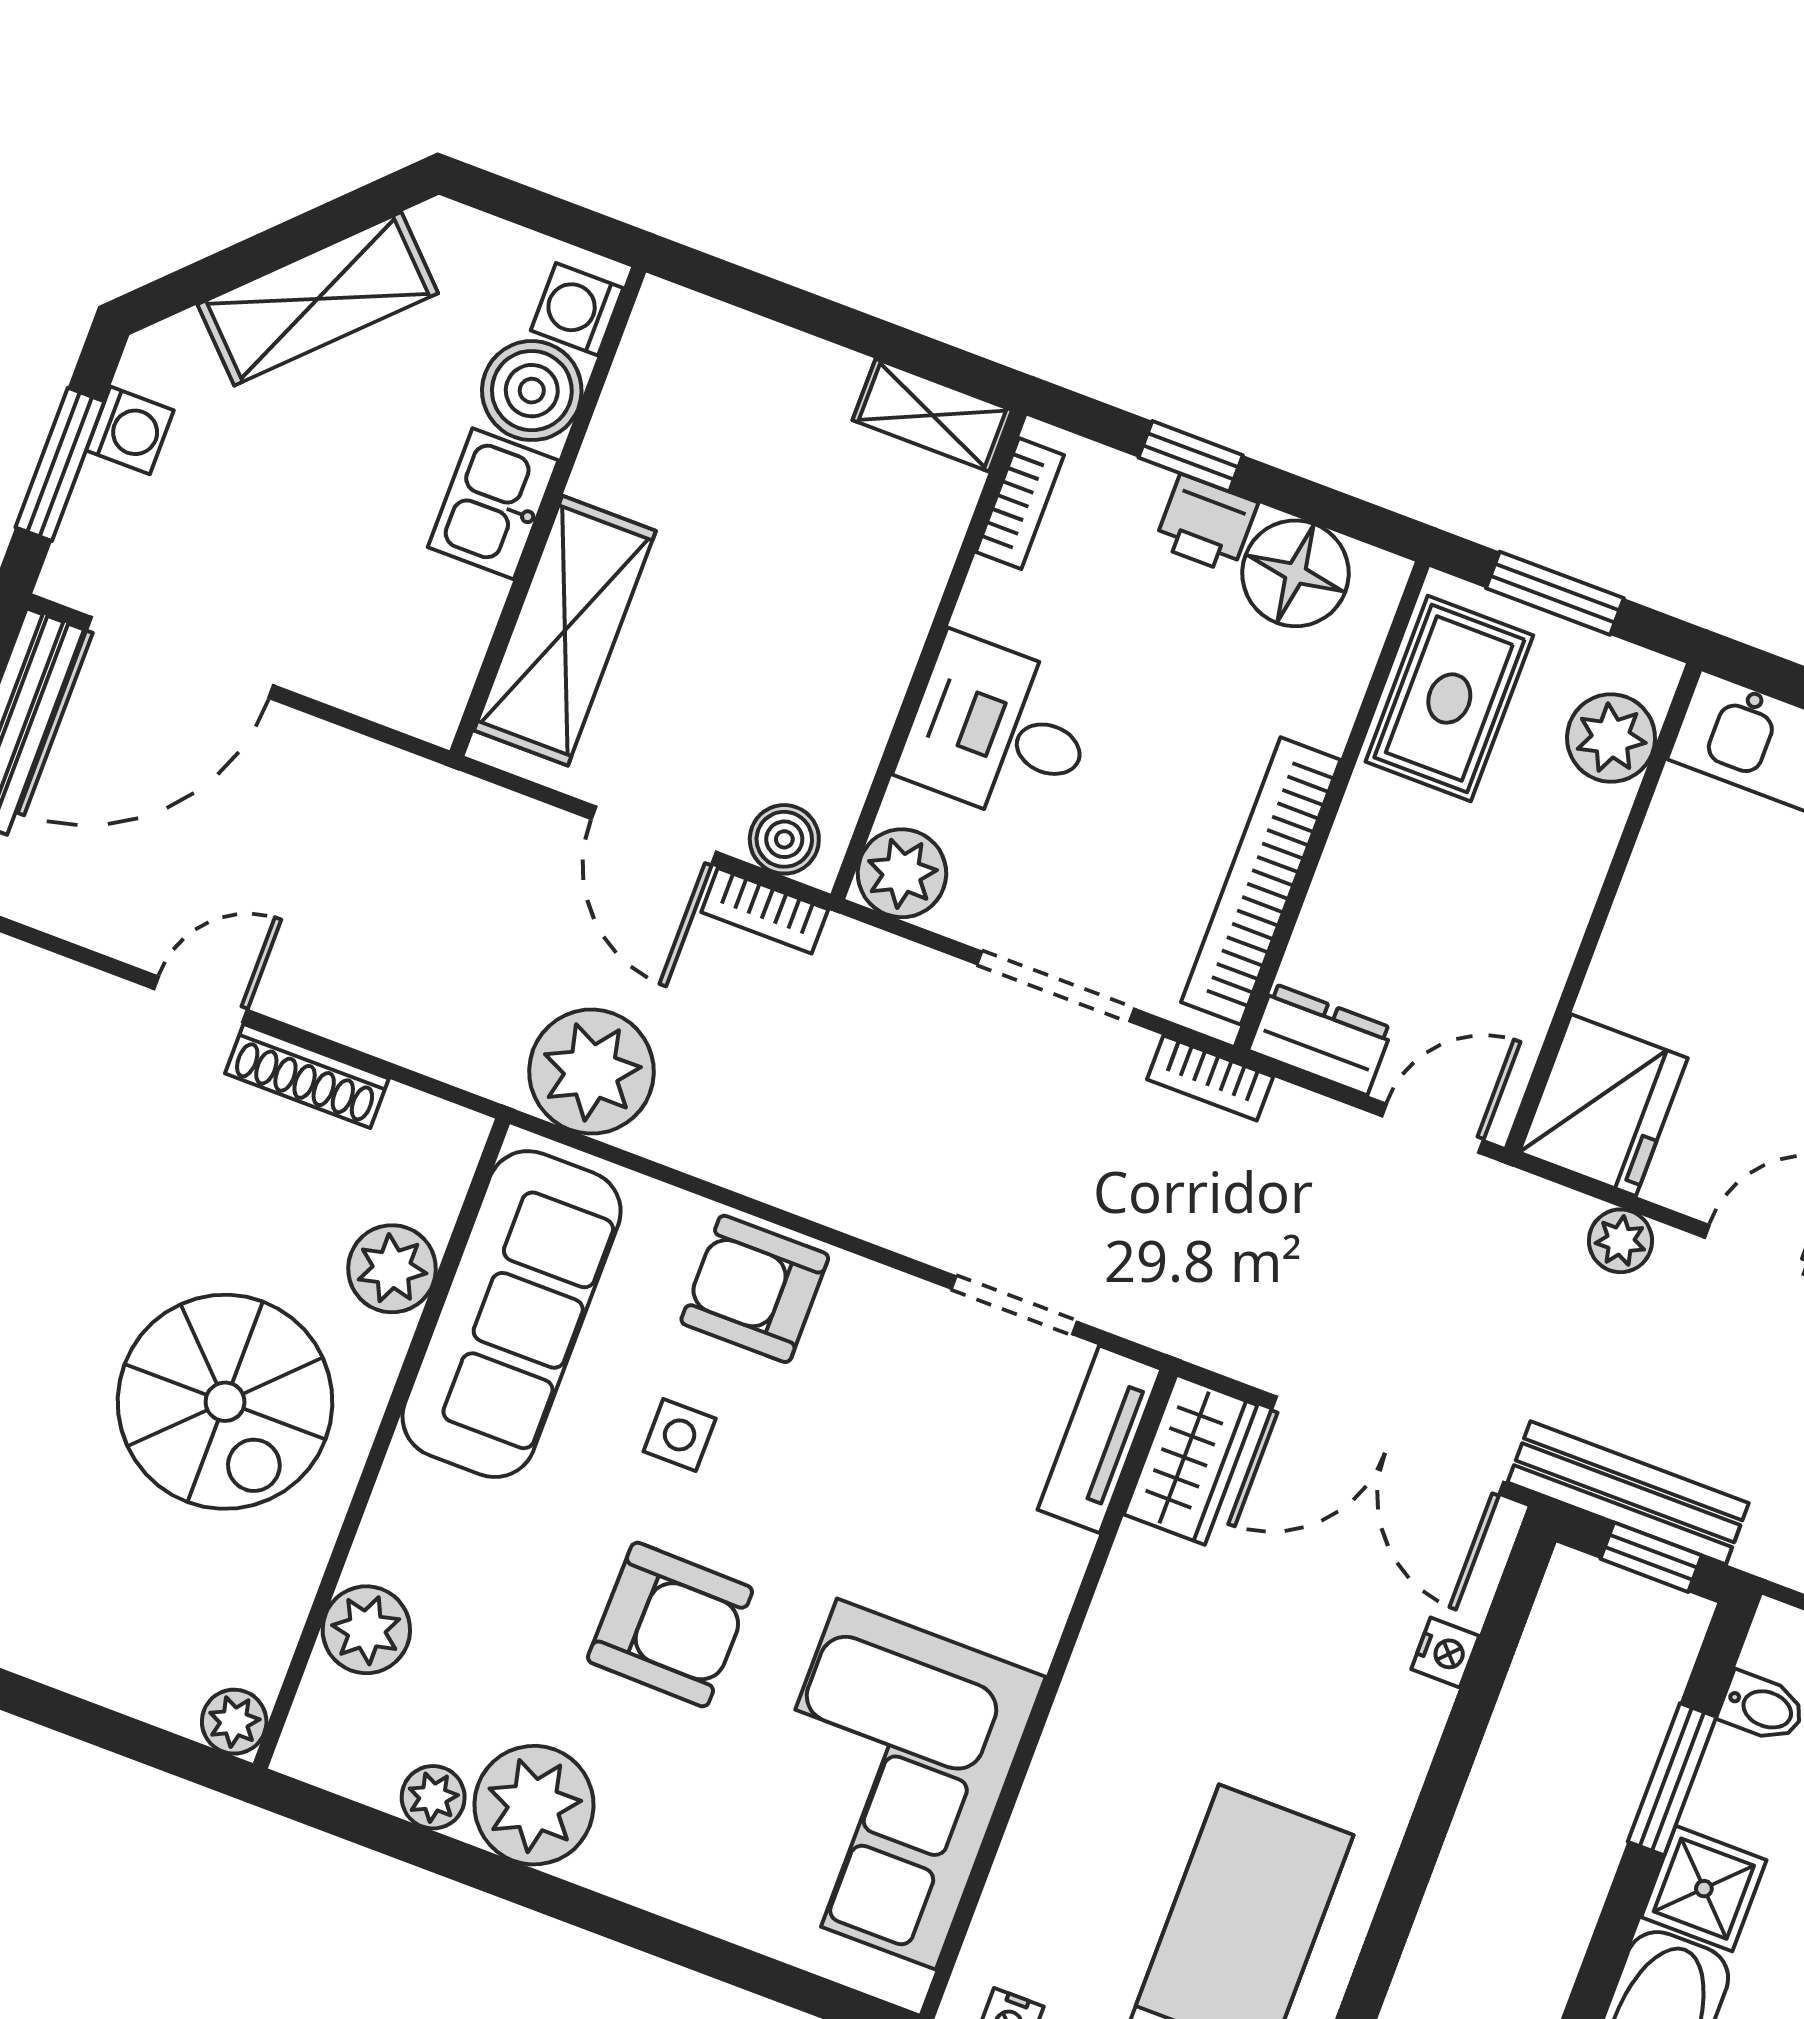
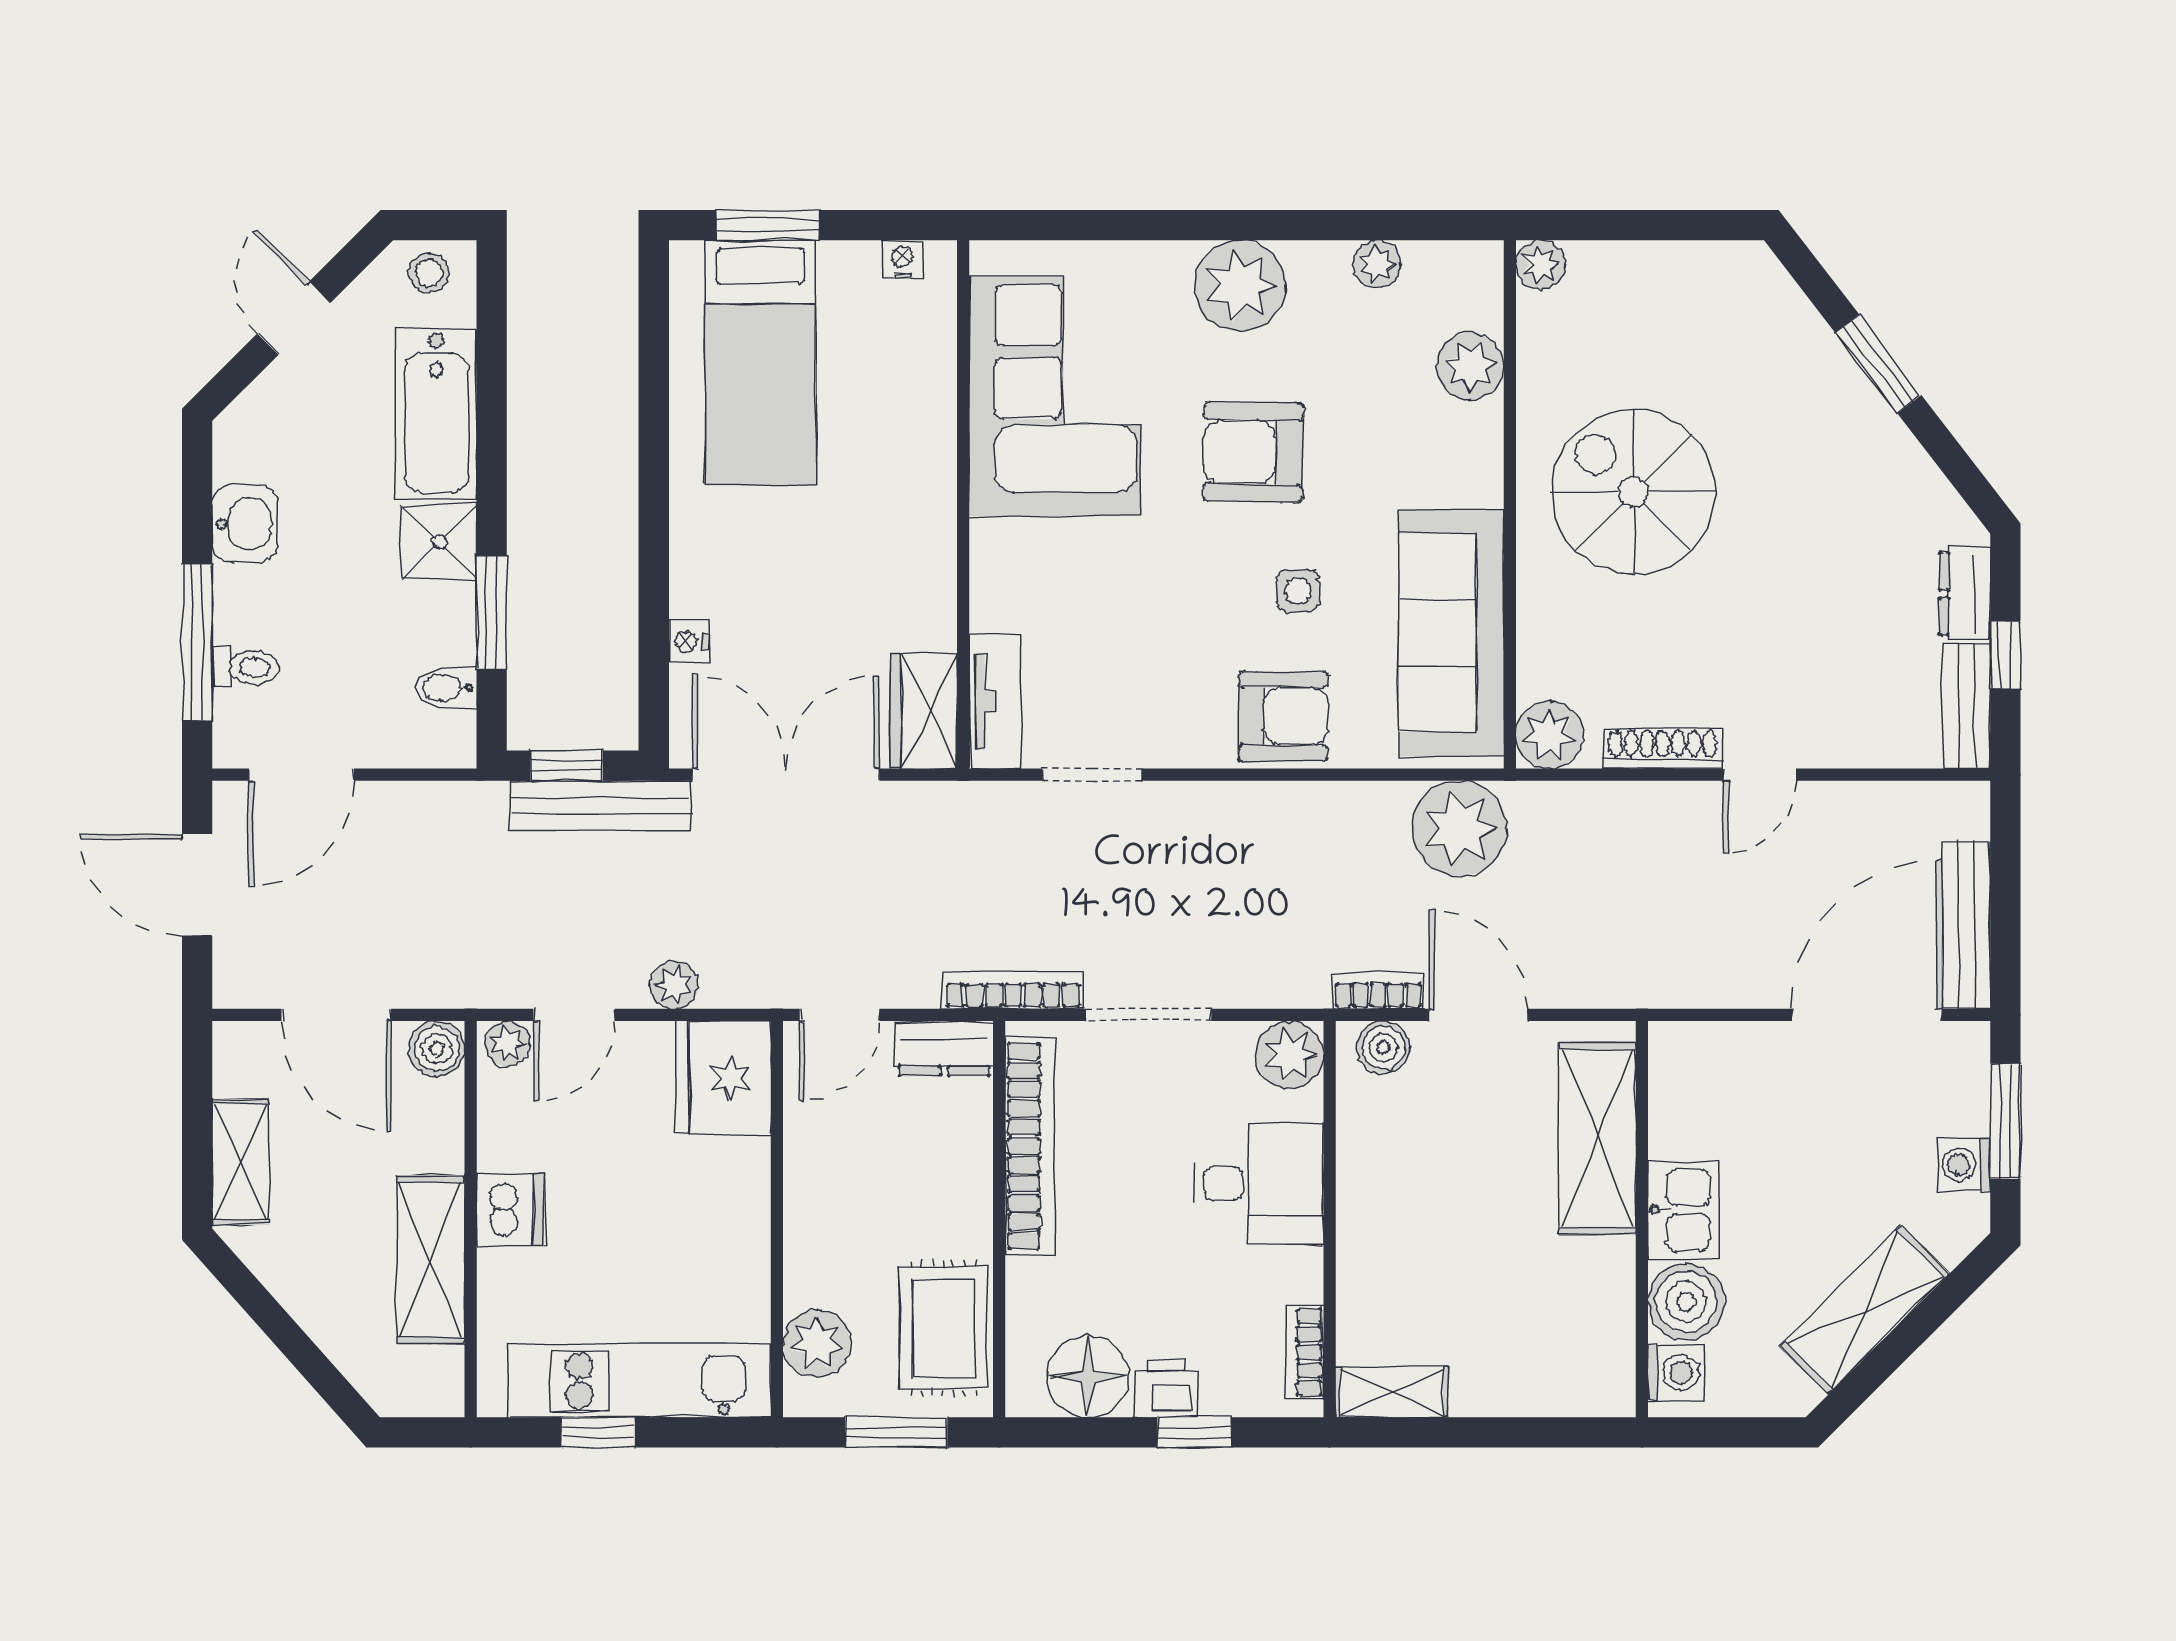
bookcase: (1210, 1078) -> (1013, 991), width x1.56
plant: (392, 1269) -> (1549, 735), moved
plant: (534, 1805) -> (1240, 286), moved

